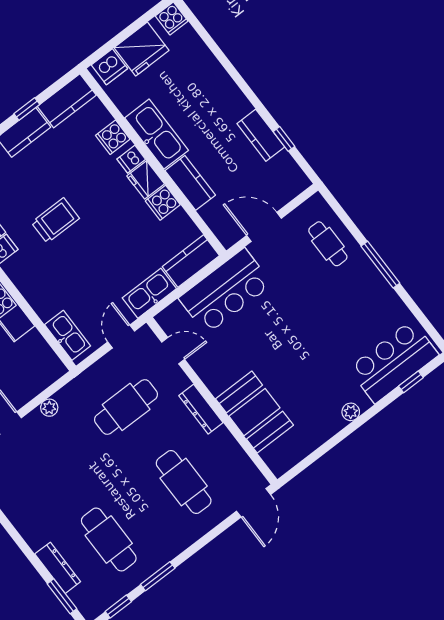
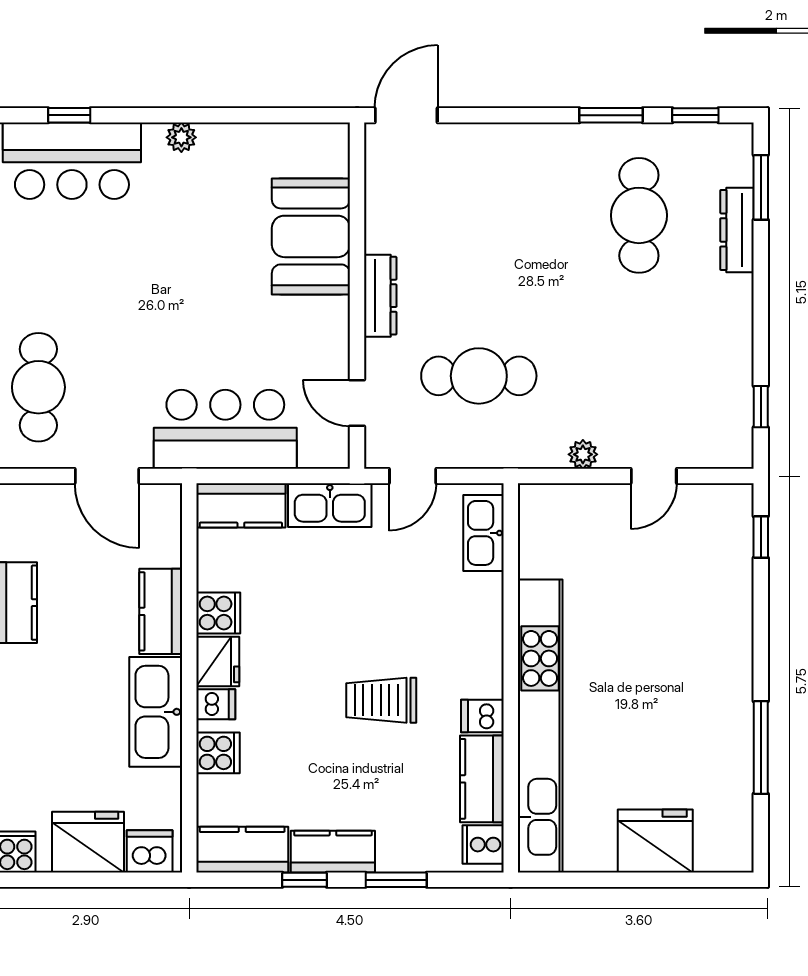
cafe table: (328, 244) -> (38, 387), width x1.37, depth x1.35
cafe table: (184, 482) -> (479, 215), removed

